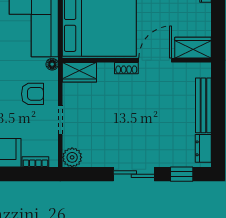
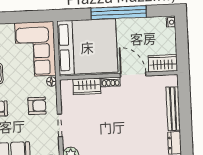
door: (155, 60) -> (133, 75), hinge flipped
wardrobe: (79, 72) -> (87, 86), moved

